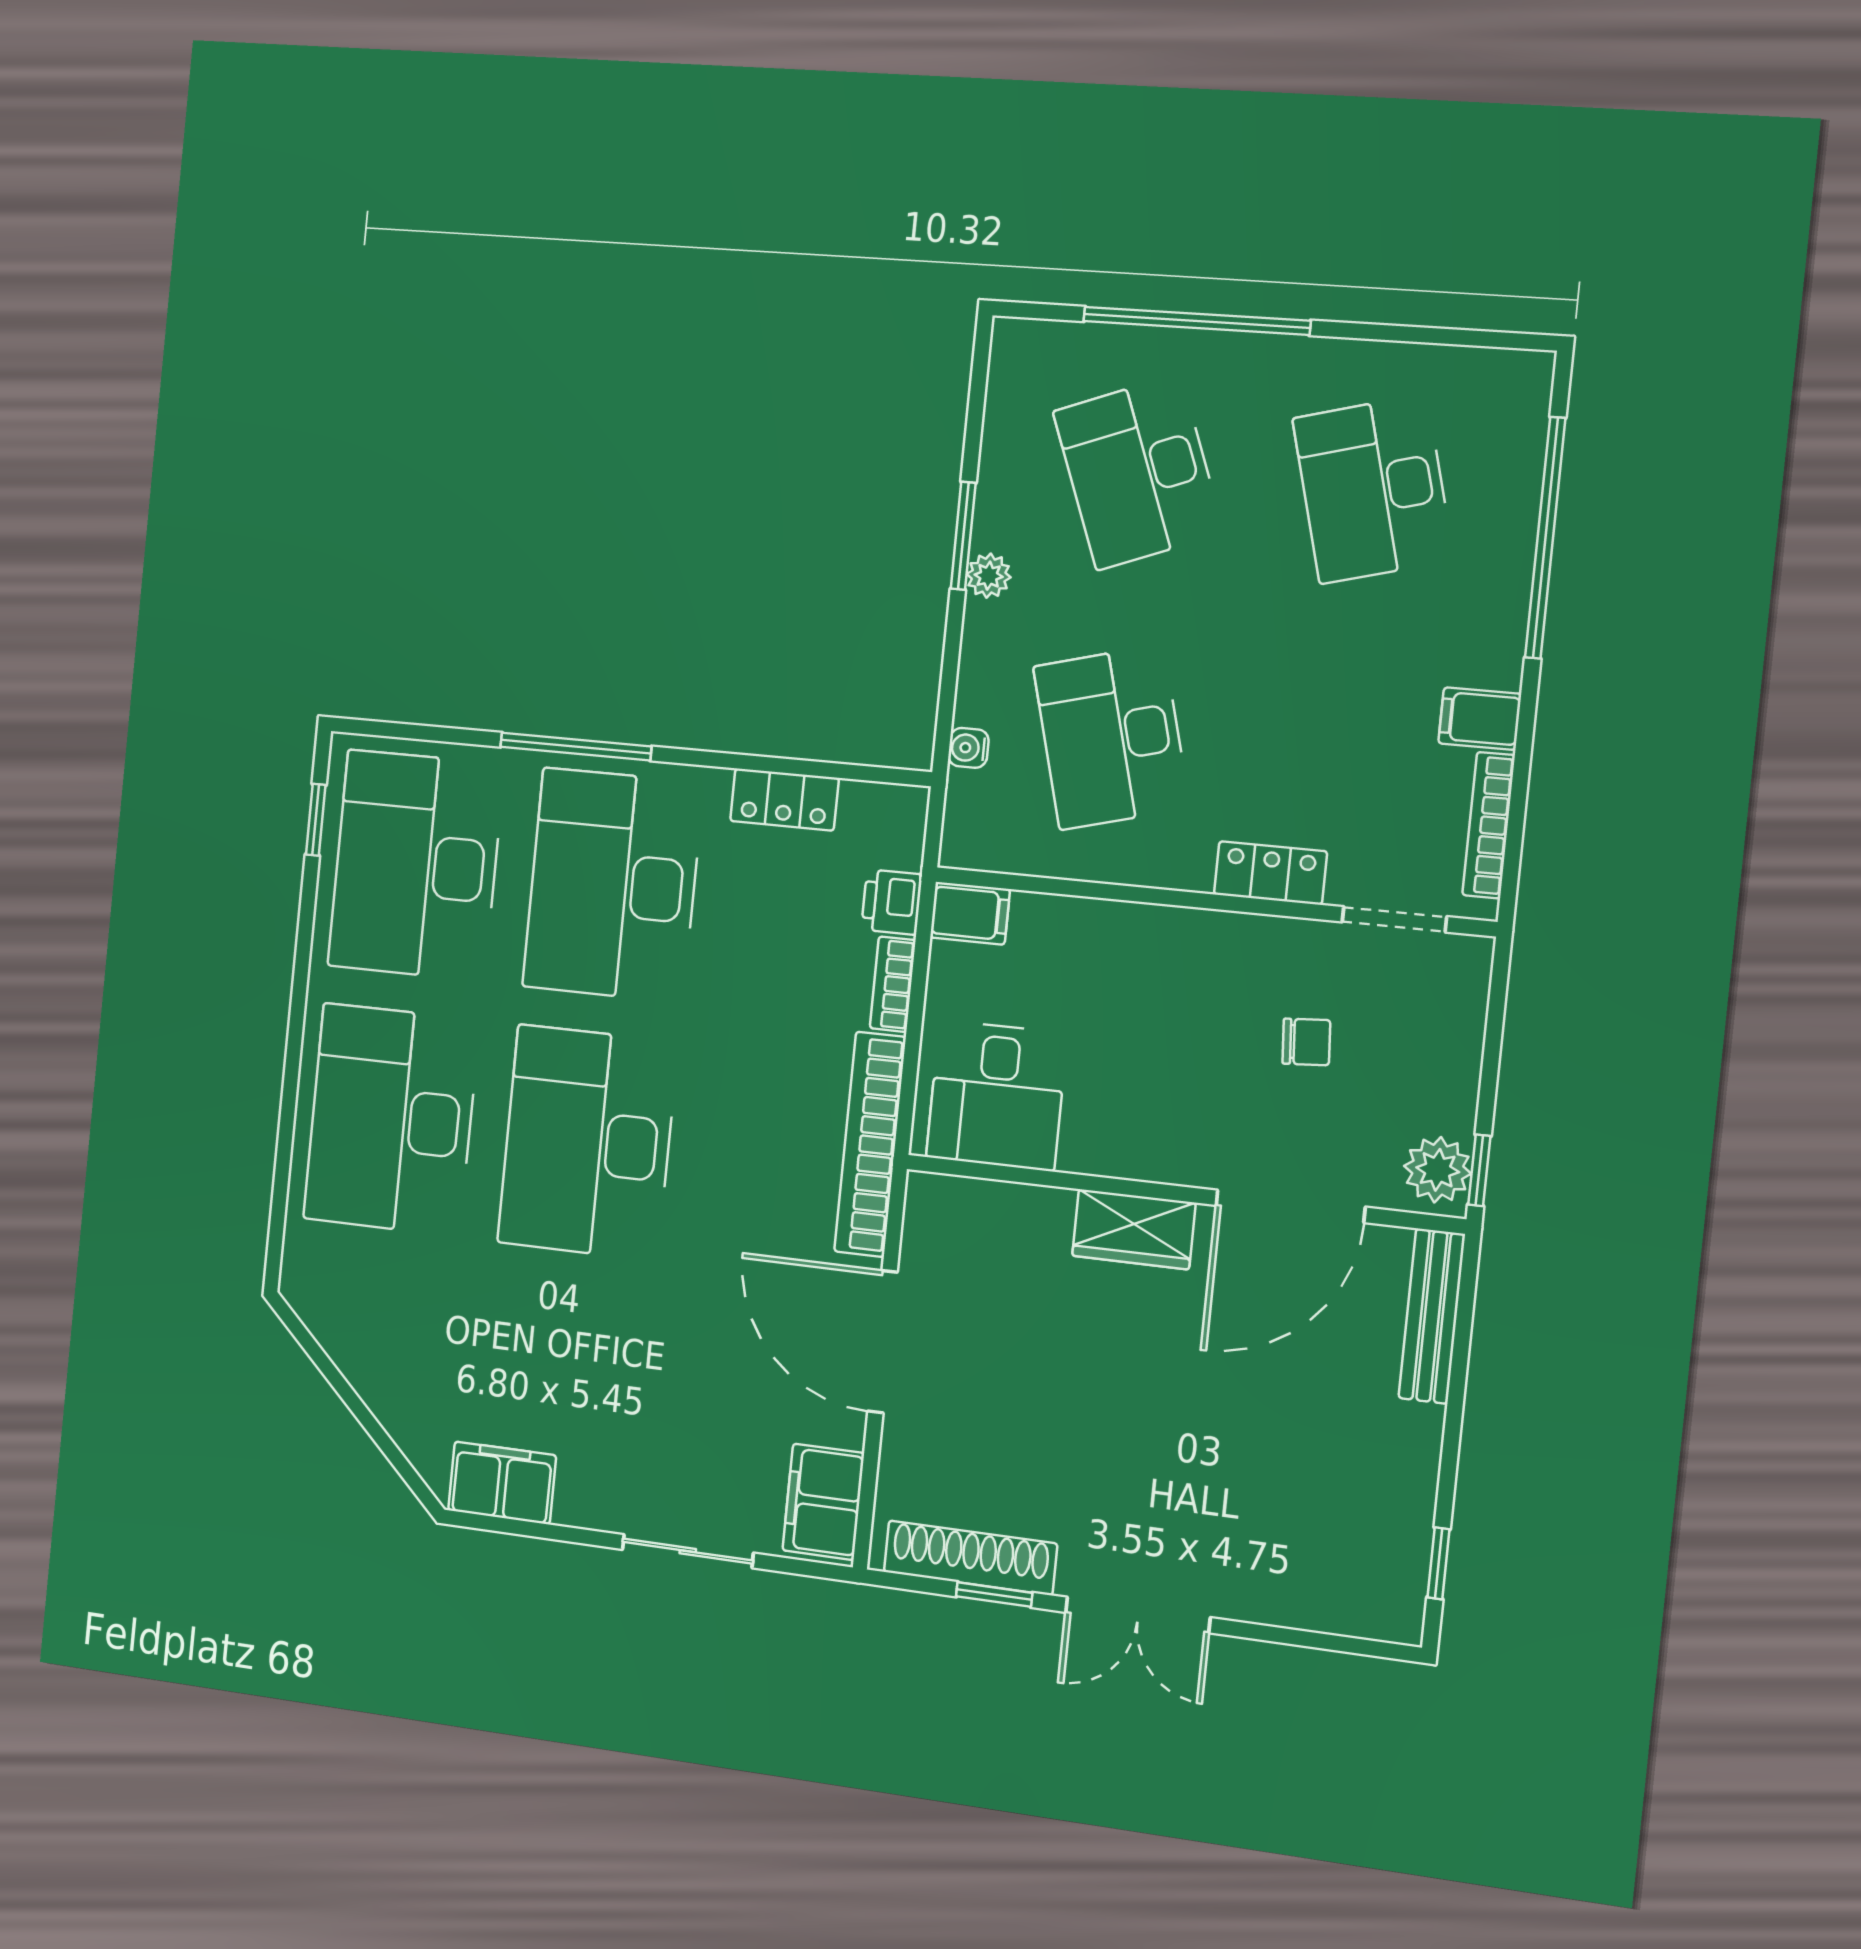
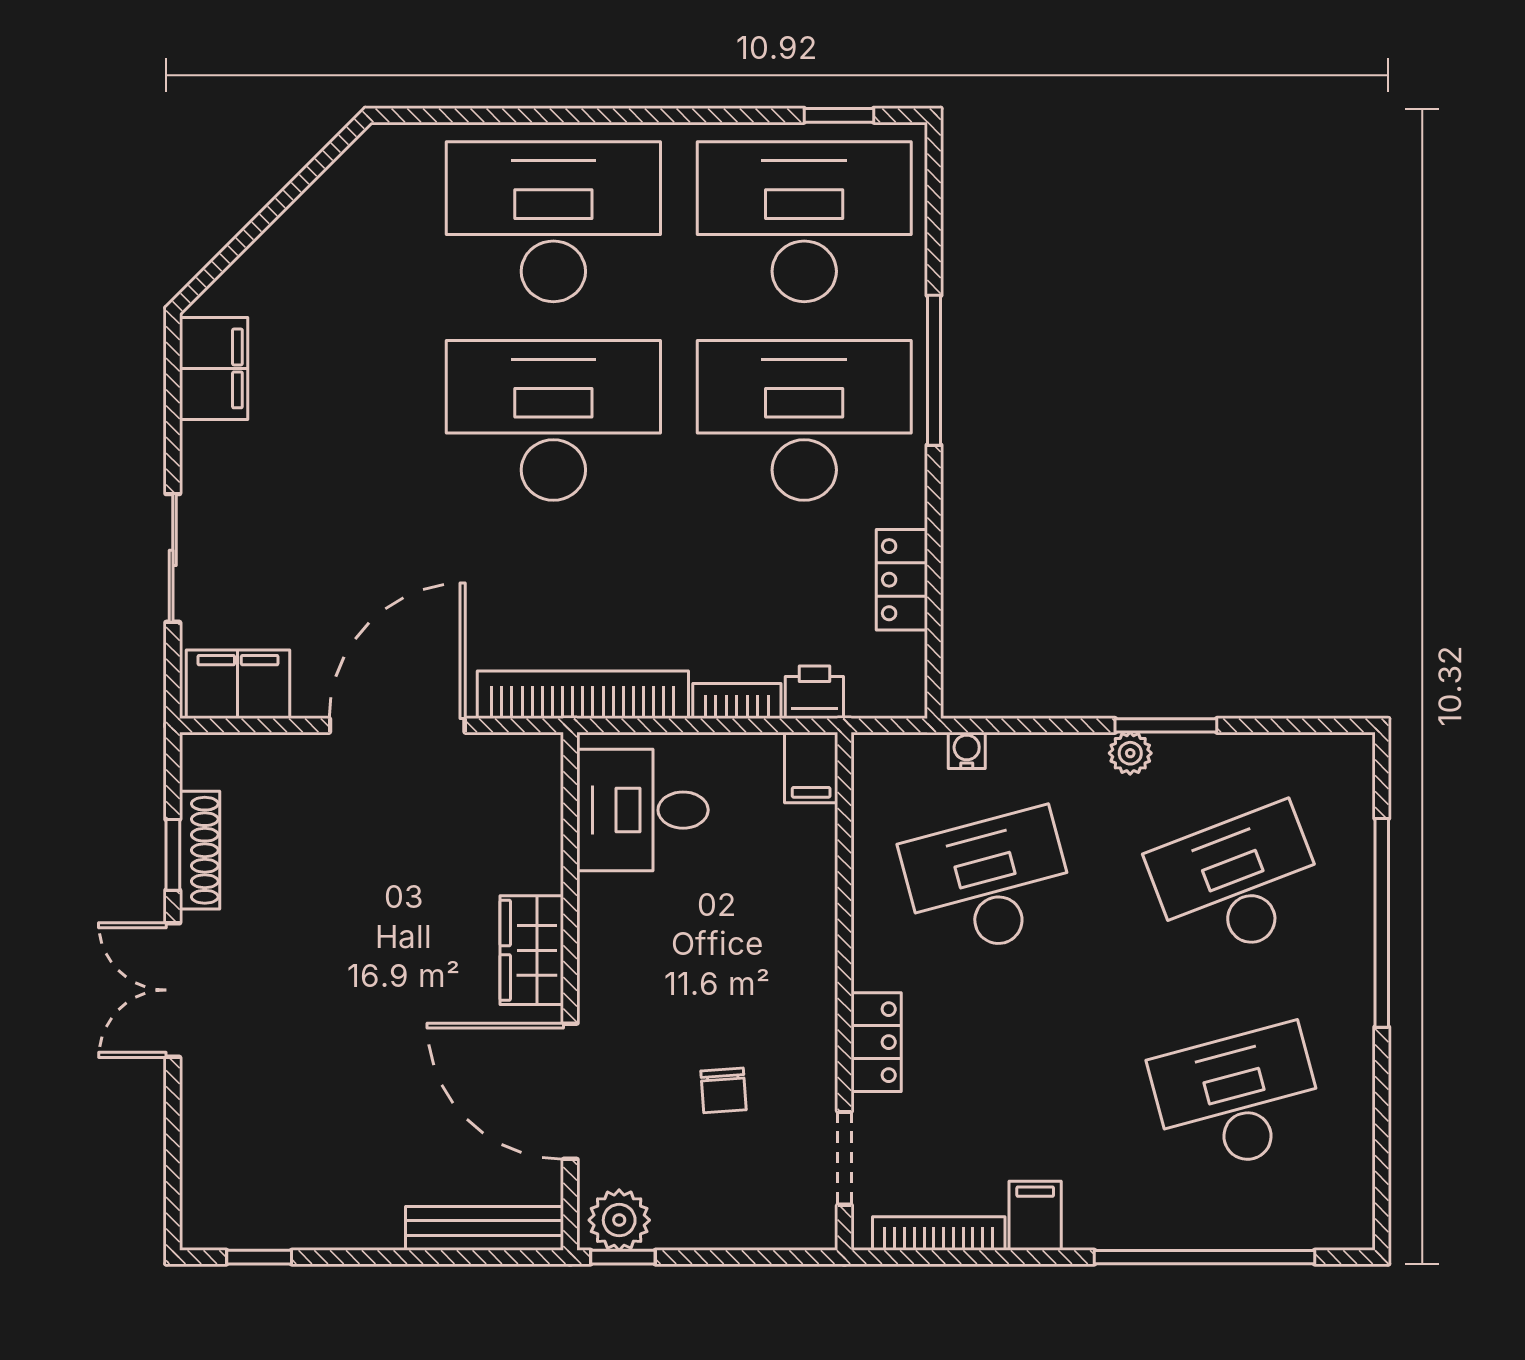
shoe rack: (970, 1558) -> (200, 850), width x0.74, depth x0.81

